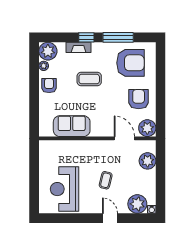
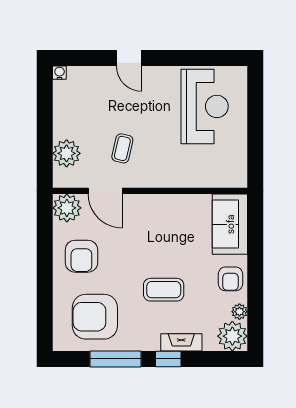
sofa: (72, 126) -> (230, 224), moved, turned 90
coffee table: (106, 180) -> (122, 148), moved
plant: (137, 204) -> (83, 82), removed

